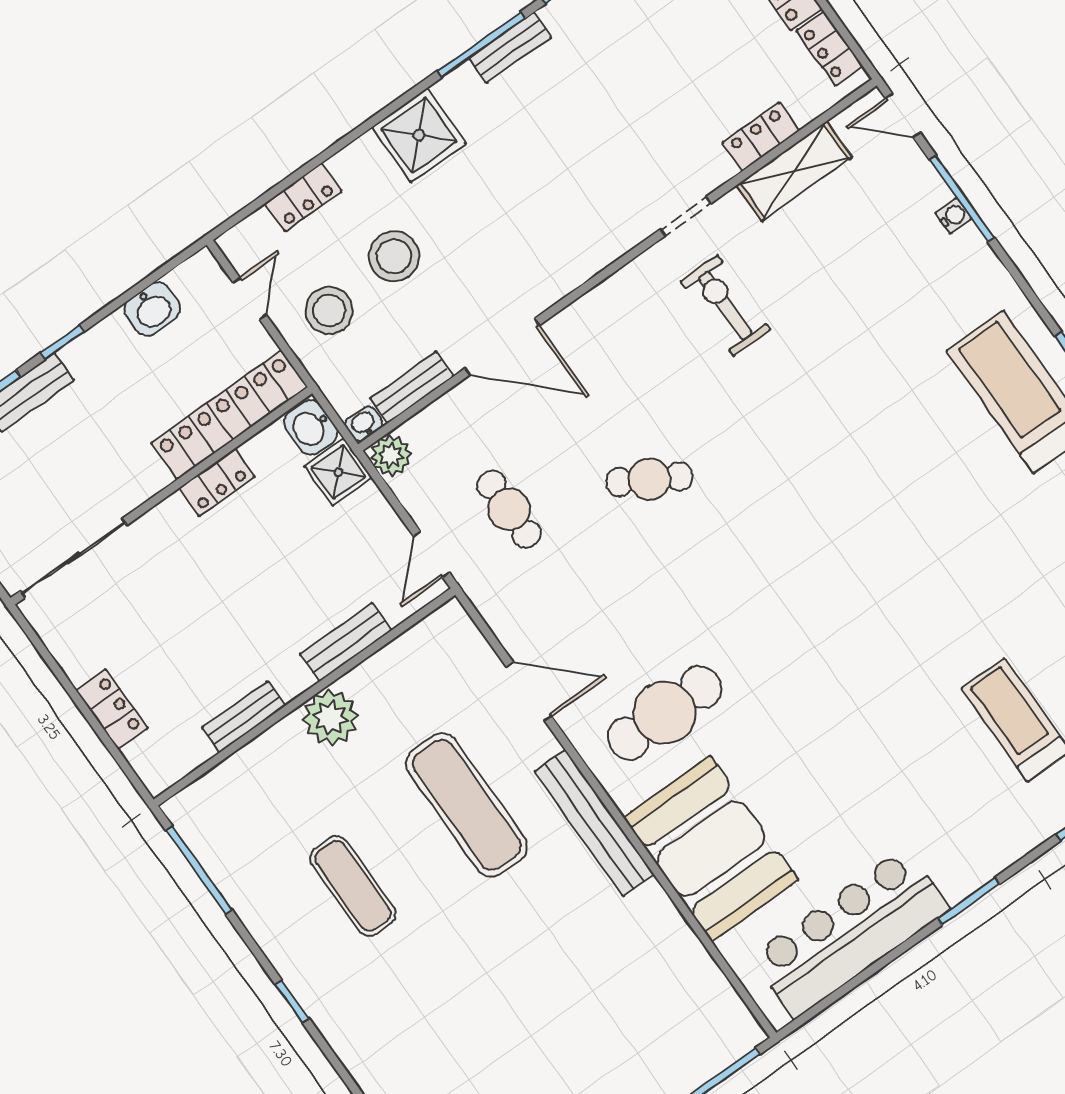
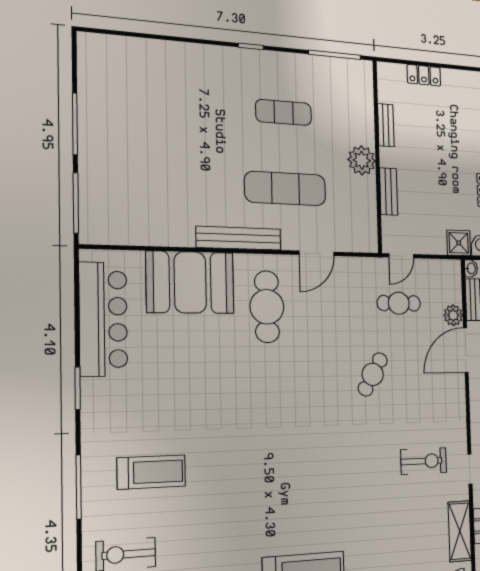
plant: (391, 455) -> (453, 315), moved
door: (432, 554) -> (401, 256), swing flipped

